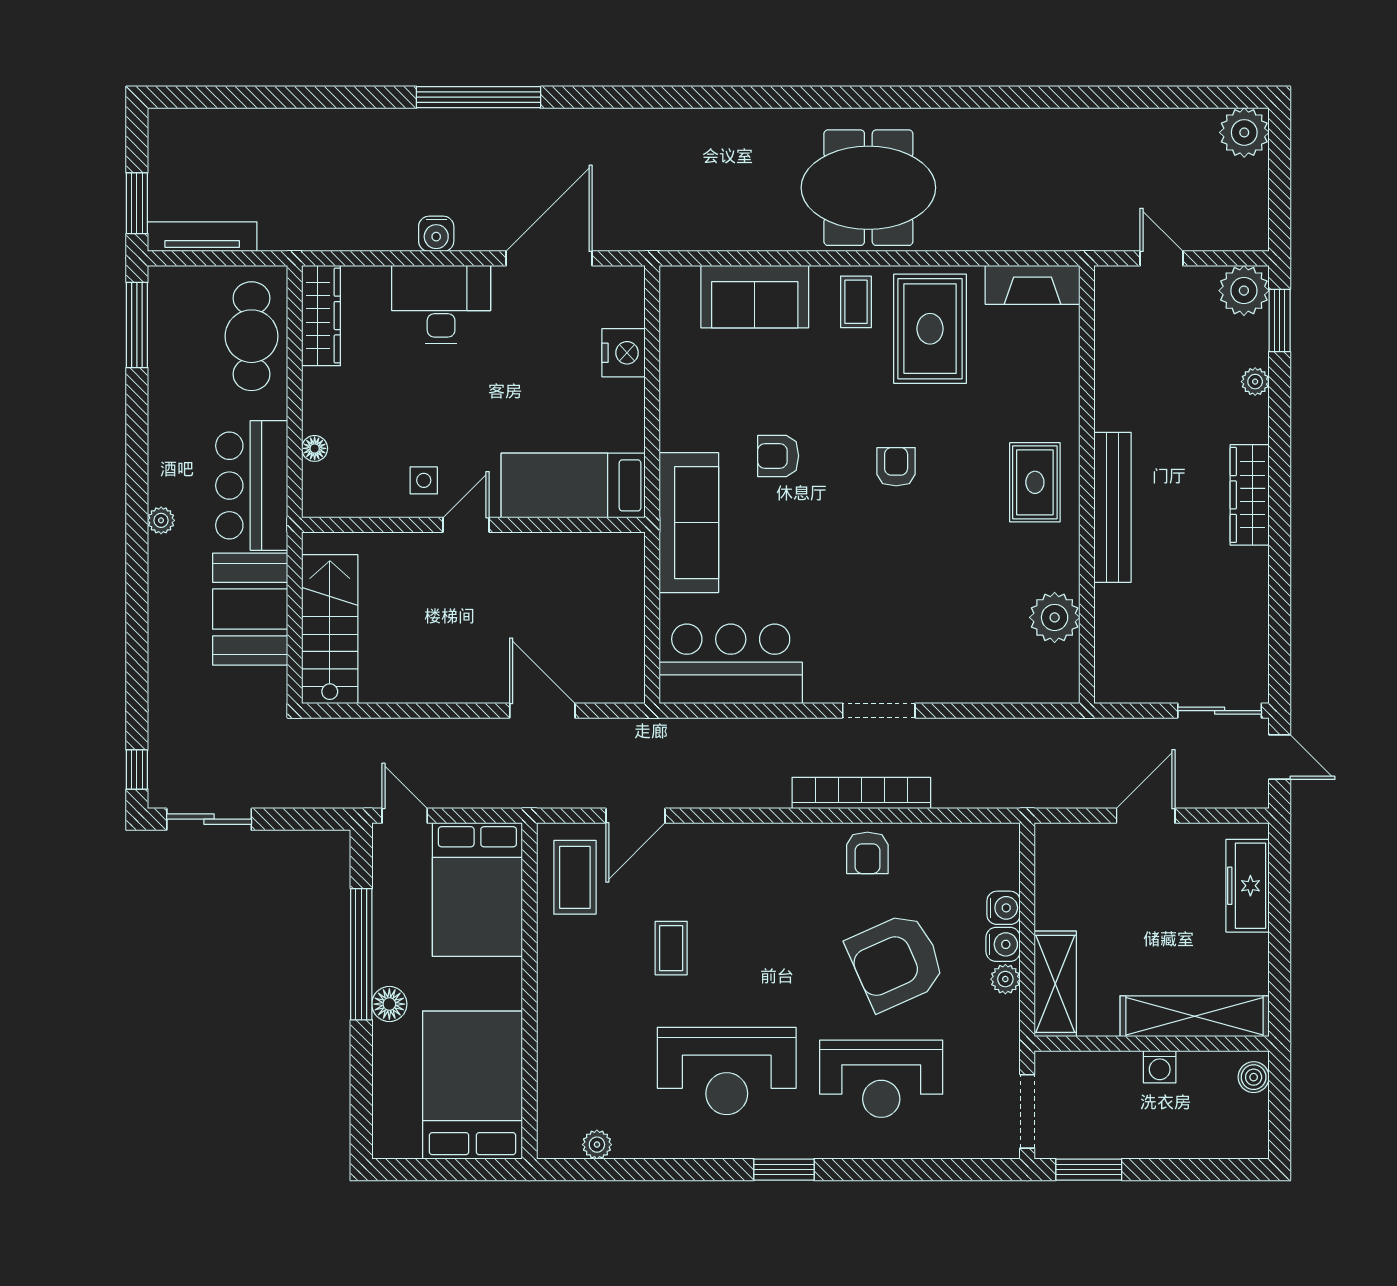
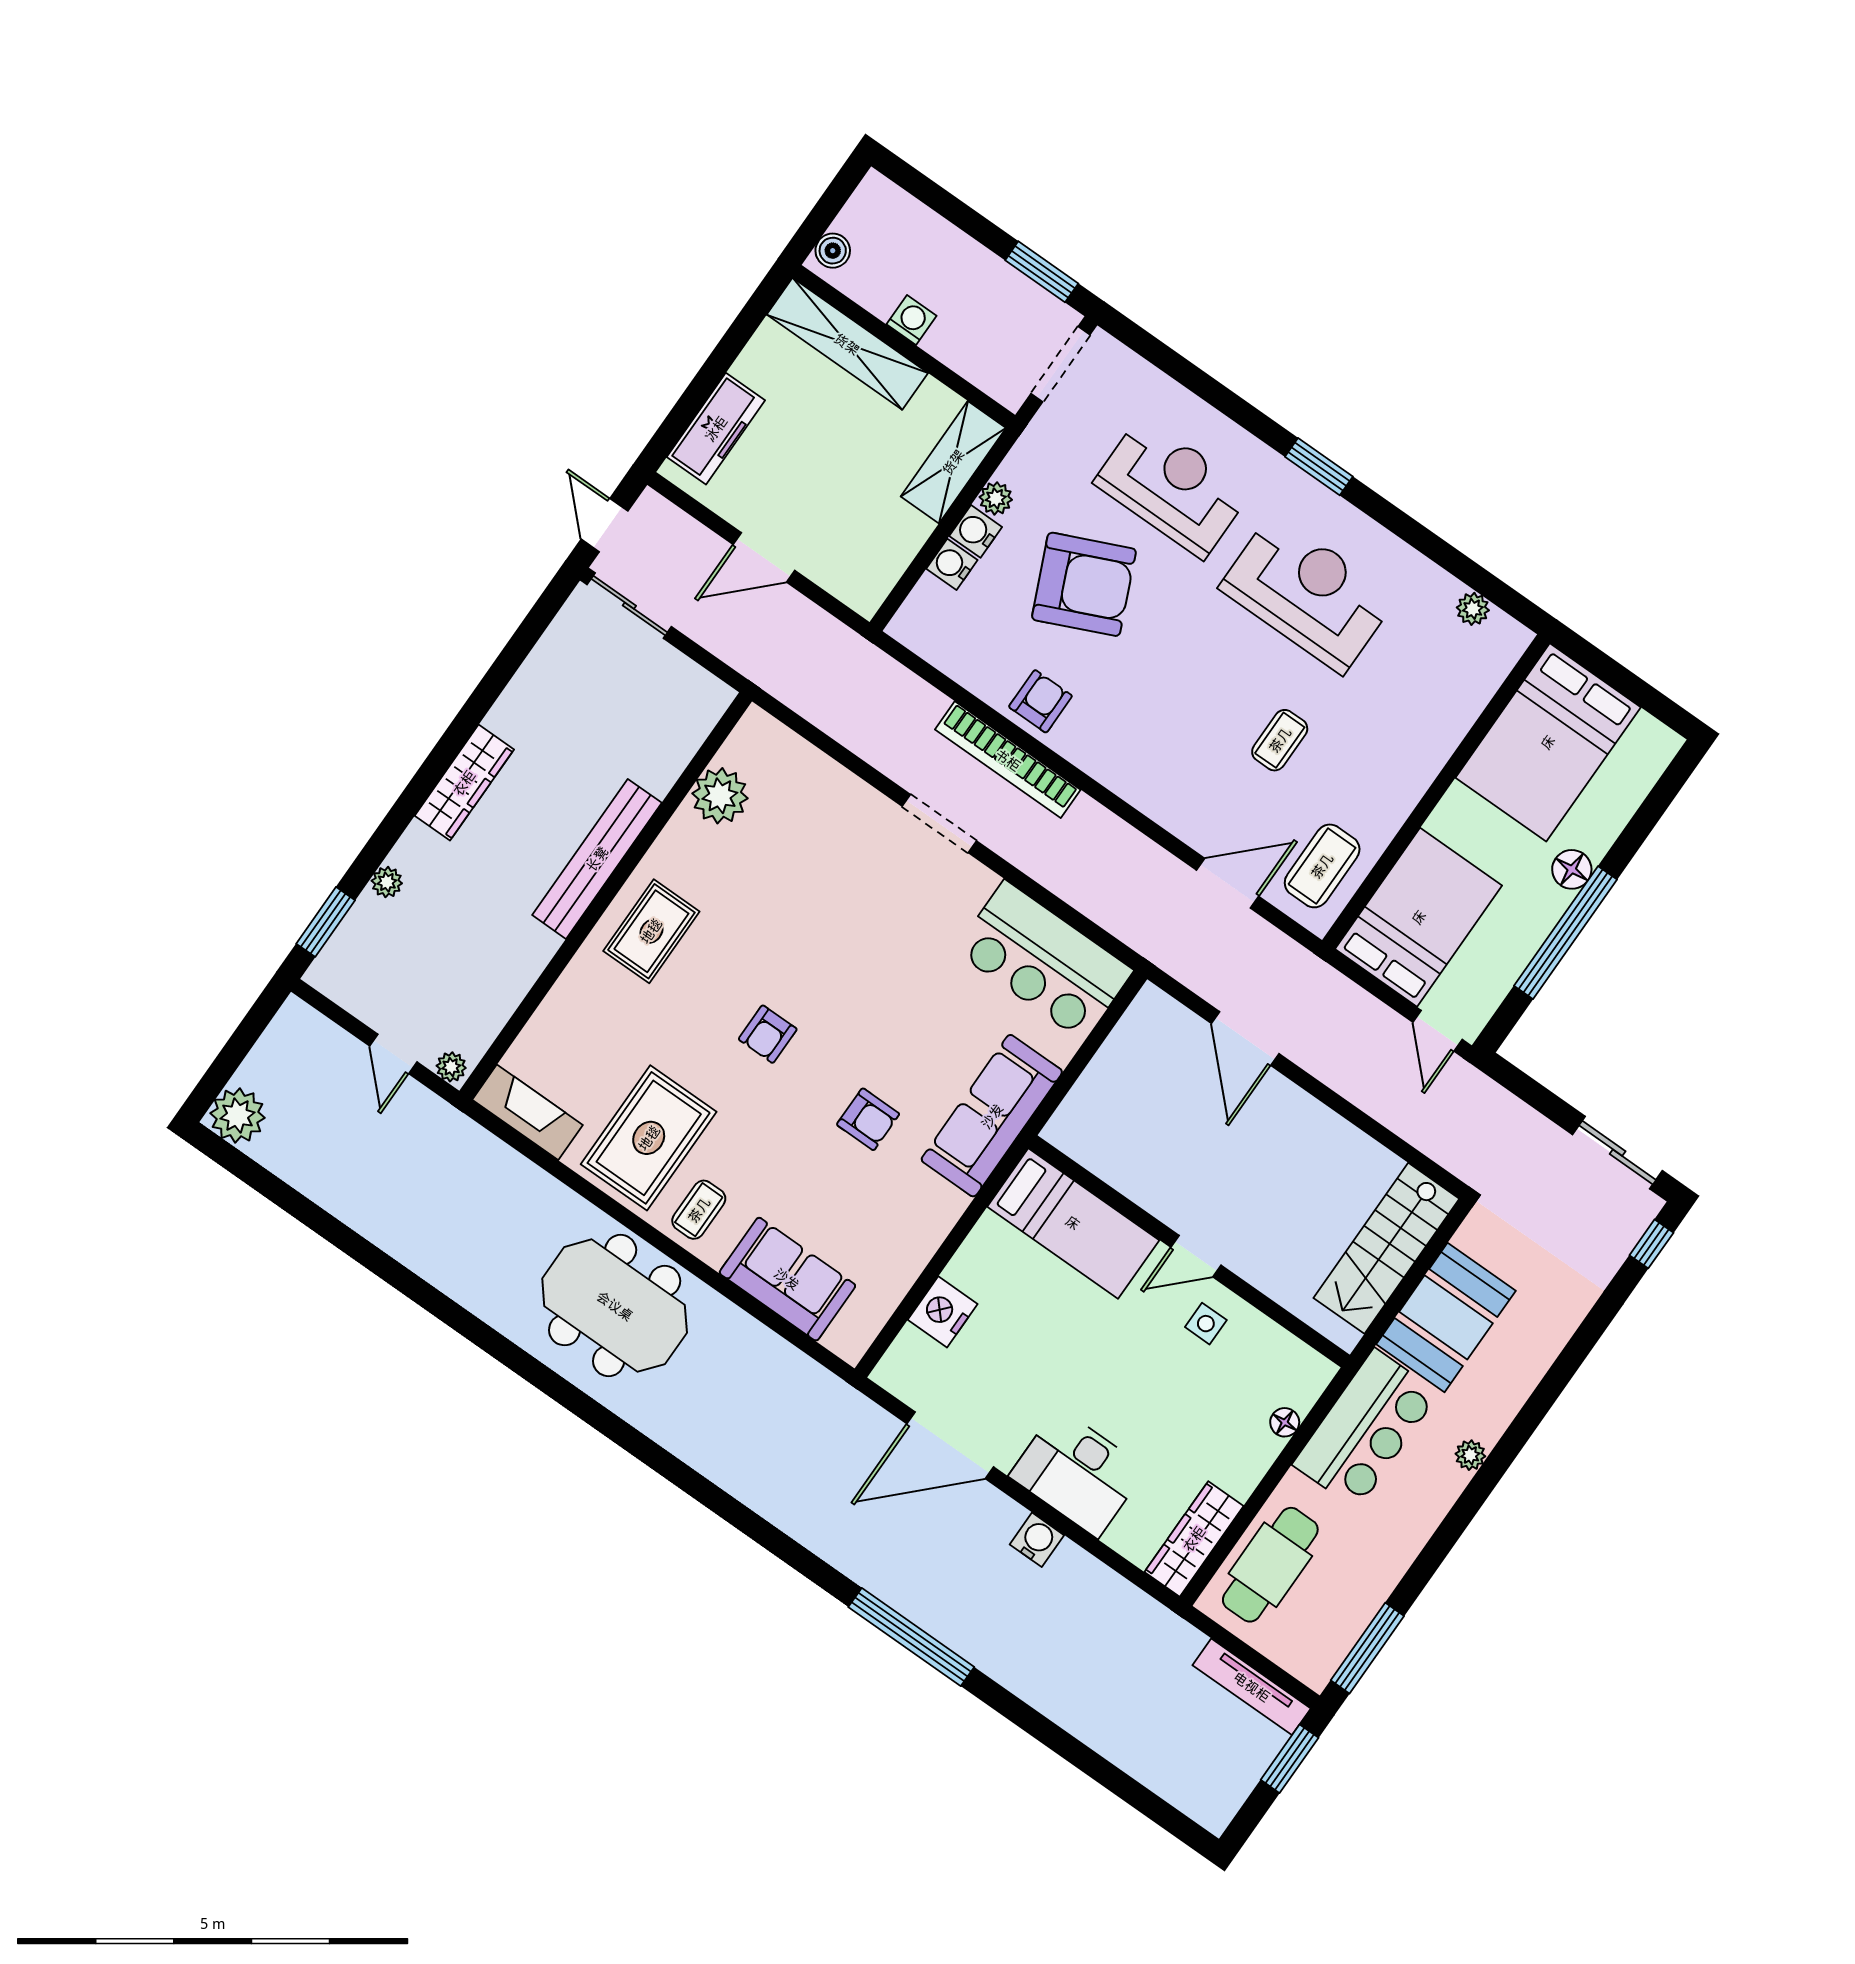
plant: (1244, 291) -> (451, 1067), moved, width x0.53, depth x0.53

